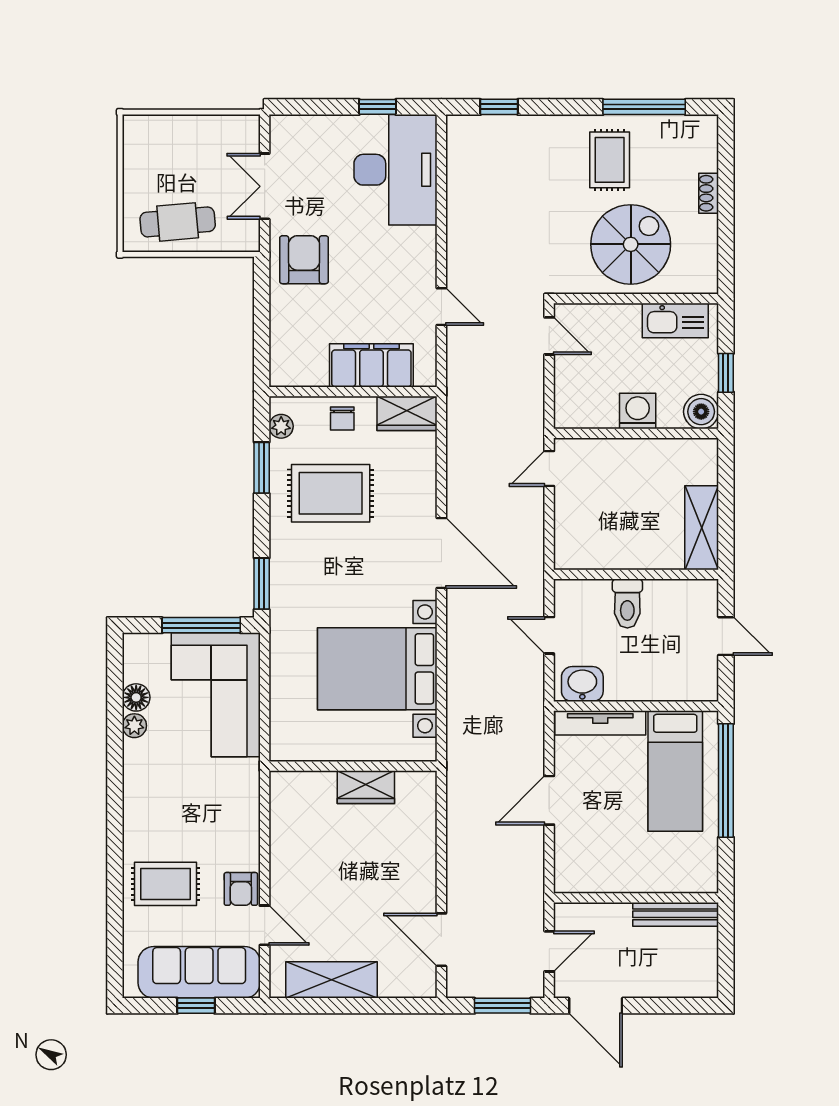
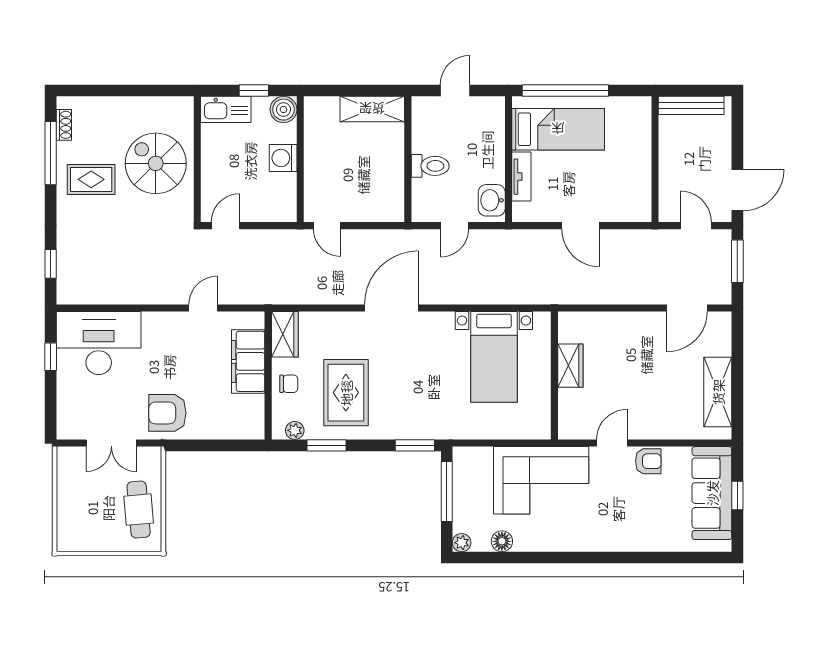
shoe rack: (709, 193) -> (64, 125), moved, turned -90
kitchen sink: (675, 320) -> (226, 109), moved, turned 90
bed with nightstands: (377, 669) -> (494, 357), width x0.73
corner sofa: (216, 695) -> (541, 480), moved
tv unit: (600, 723) -> (521, 177), width x0.71
plant: (134, 726) -> (462, 543), moved
rug: (166, 884) -> (644, 519), removed
bench: (676, 914) -> (691, 105), moved, turned 90
door: (265, 925) -> (612, 443), moved

